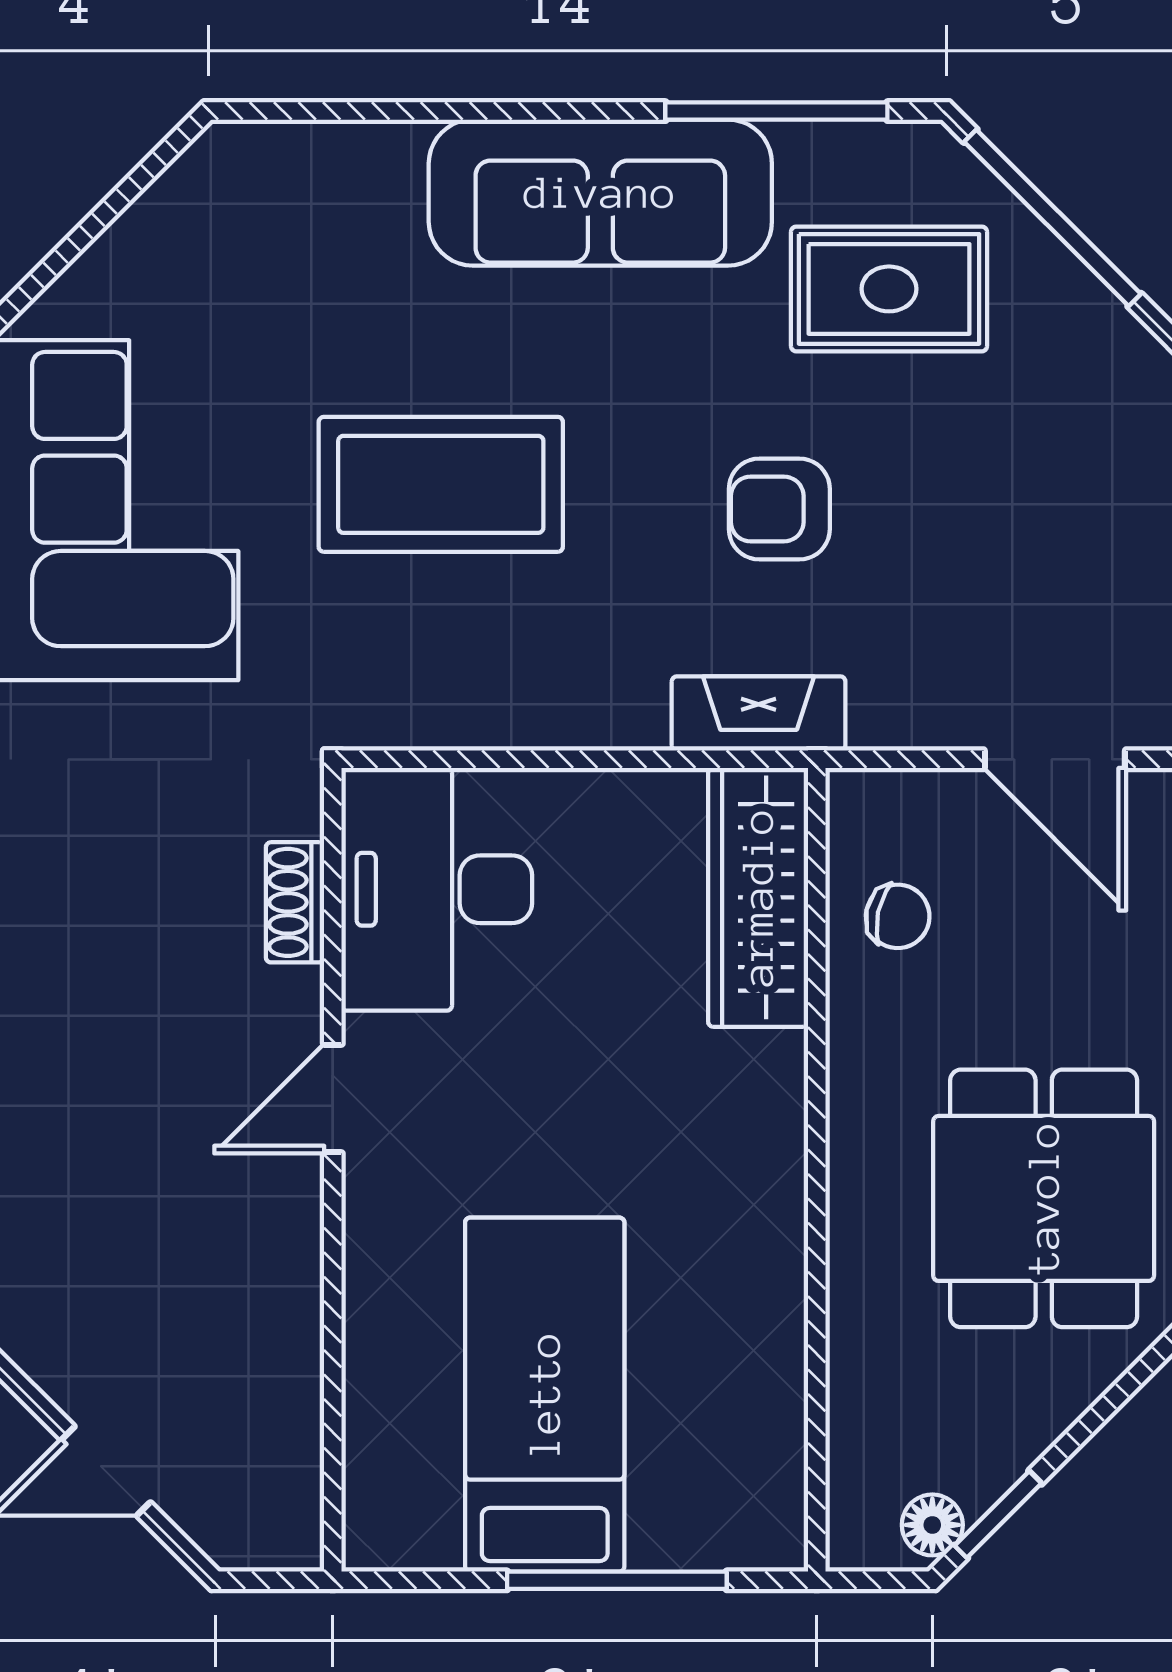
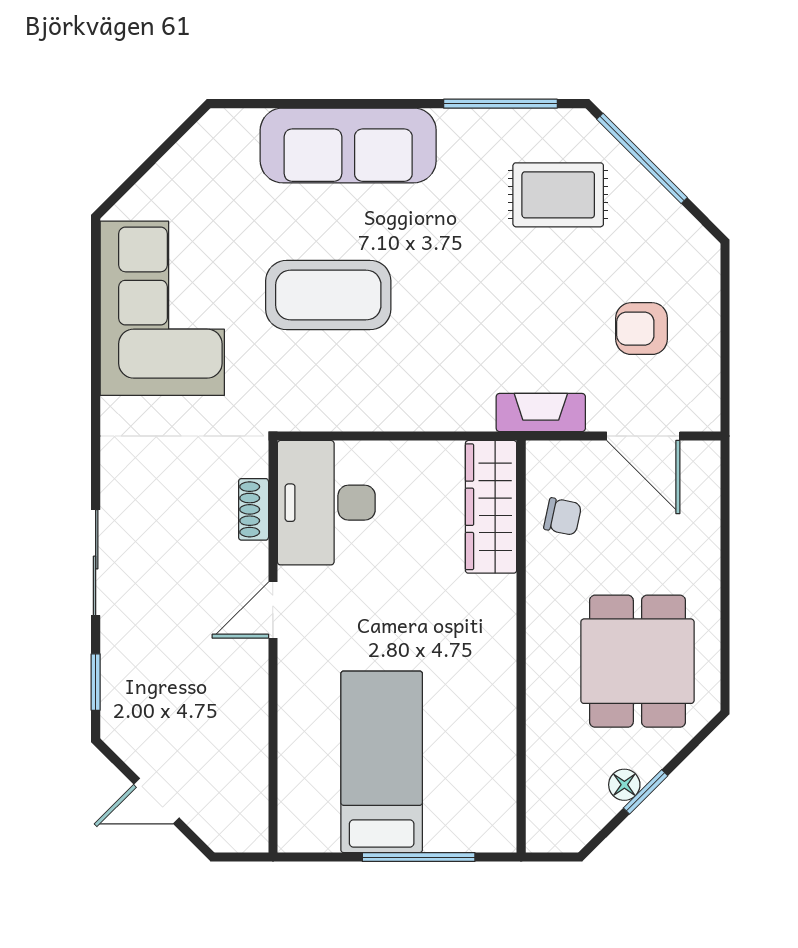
sofa: (600, 193) -> (348, 145), moved
armchair: (779, 509) -> (642, 329), moved
fireplace: (759, 713) -> (541, 413), moved
window: (998, 1515) -> (646, 792), moved
floor lamp: (932, 1525) -> (624, 785), moved

